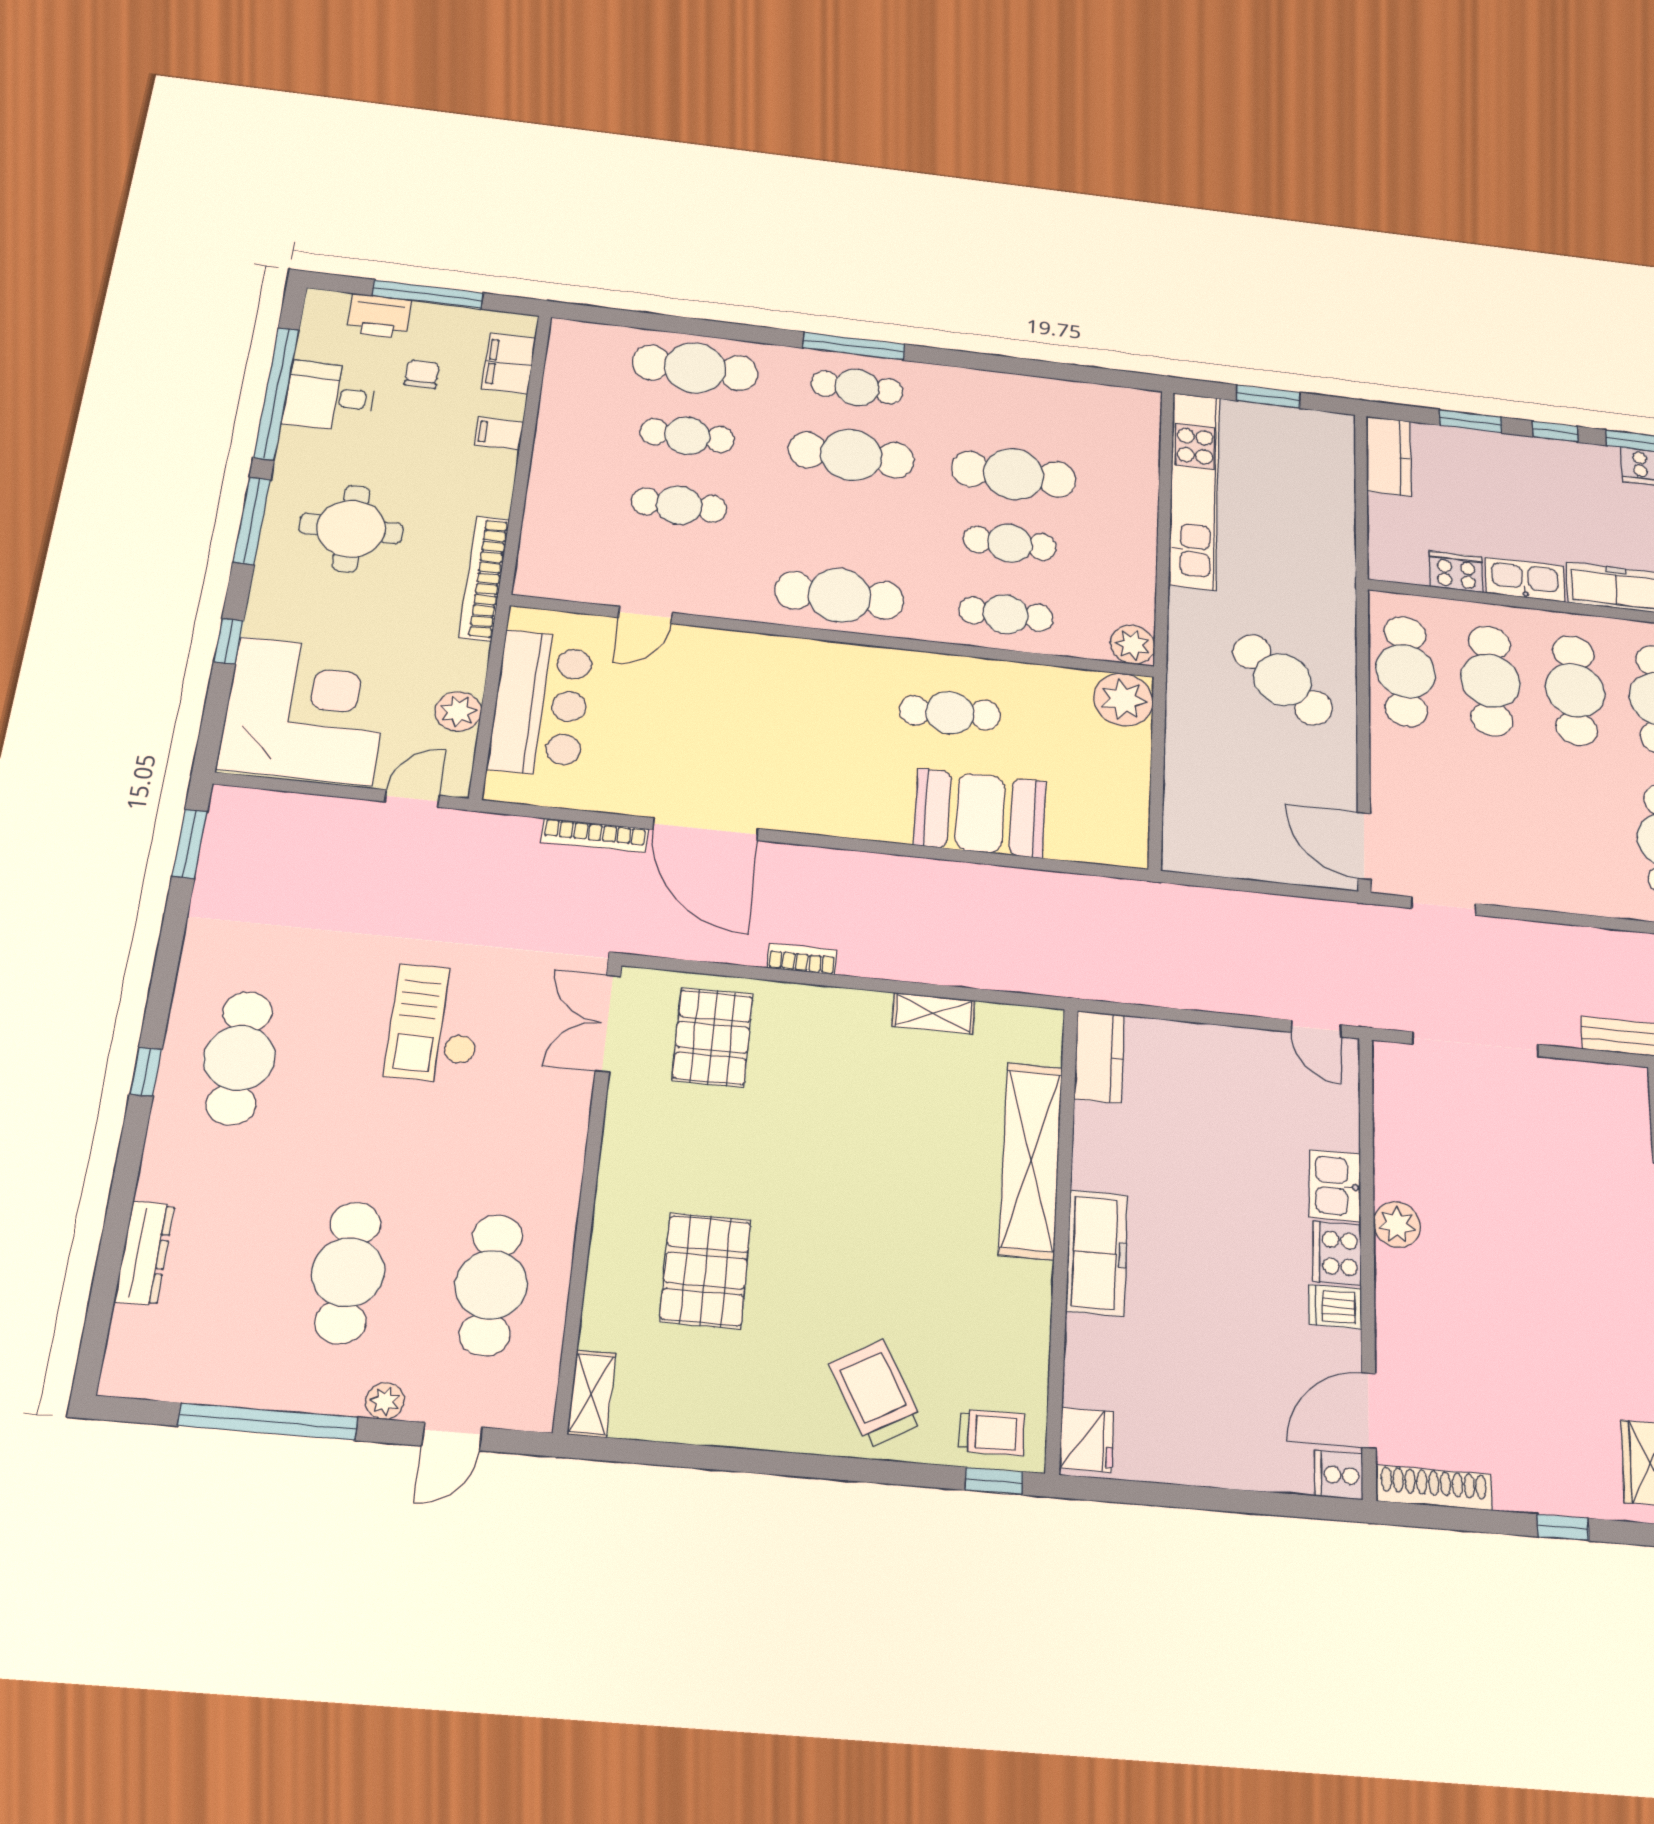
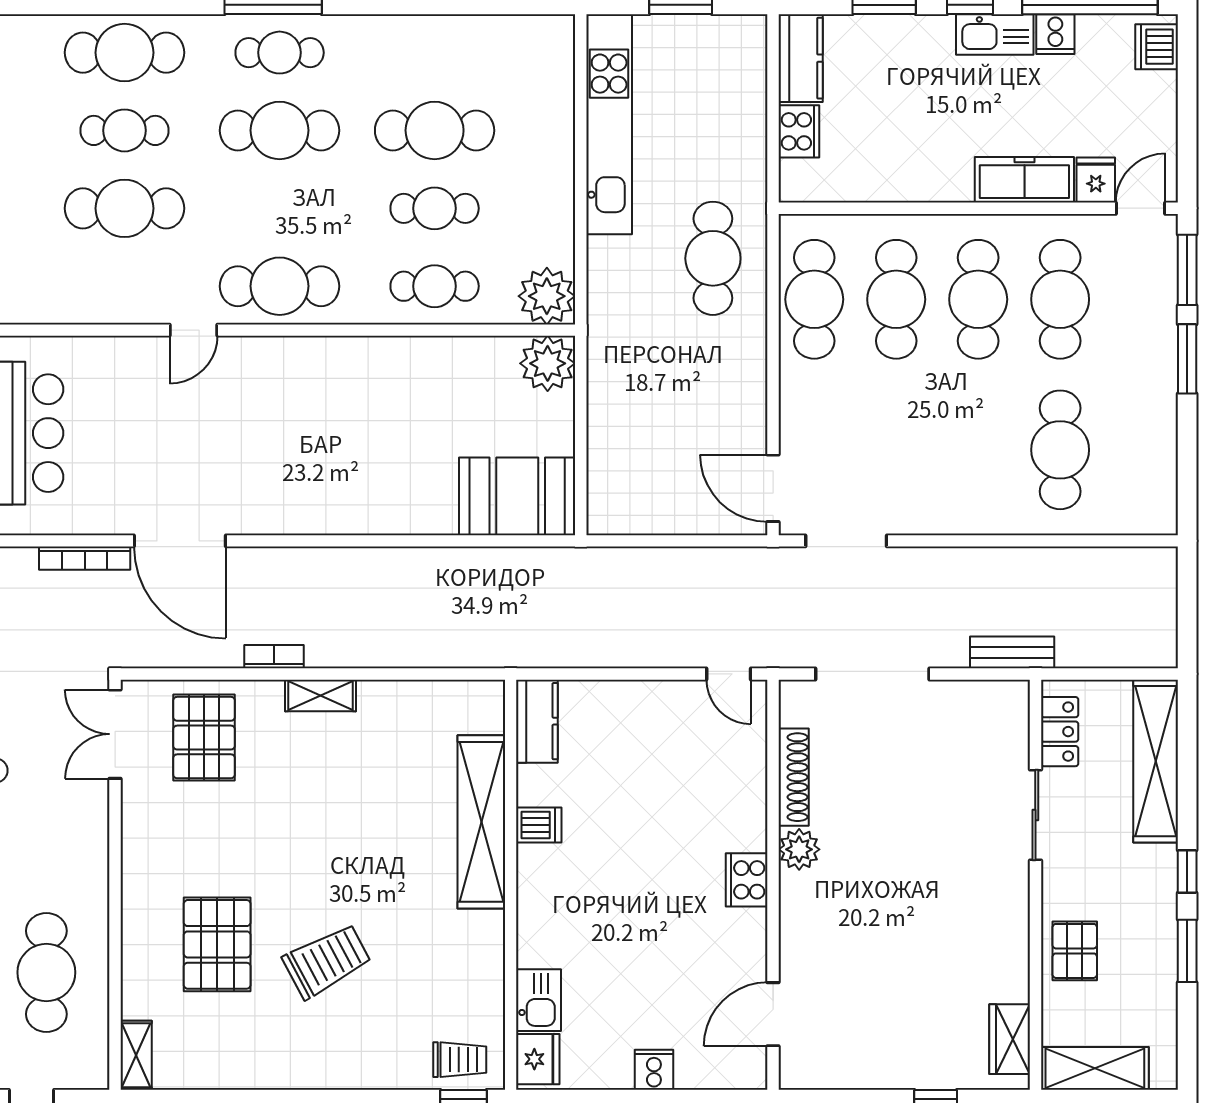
cafe table: (679, 505) -> (124, 208), width x1.37, depth x1.35
cooker: (1456, 572) -> (799, 131), moved, turned 90
kitchen sink: (1525, 580) -> (995, 35), moved, turned 180
door: (645, 615) -> (194, 330), moved
plant: (1133, 645) -> (547, 296), width x1.36, depth x1.36
cafe table: (1283, 680) -> (713, 258), moved, turned 48
cafe table: (950, 713) -> (389, 397), removed
booth: (980, 813) -> (517, 496), moved
doorway: (1444, 906) -> (846, 541), width x1.38
shelving: (933, 1013) -> (321, 695), moved
kitchen sink: (1335, 1186) -> (539, 1000), moved, turned 180
freezer: (1097, 1253) -> (541, 899), removed
dishwasher: (1335, 1307) -> (539, 825), moved, turned 180
trolley: (876, 1393) -> (327, 961), moved, turned 91
cooker: (1339, 1475) -> (654, 1070), moved, turned 90
shoe rack: (1434, 1488) -> (794, 777), moved, turned 90

